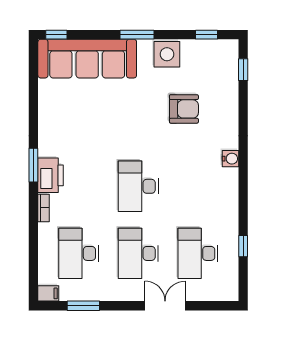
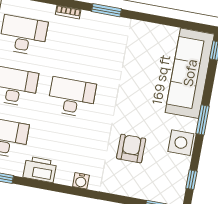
armchair: (184, 109) -> (131, 149), turned 180
printer: (50, 175) -> (40, 169), moved, turned 180

